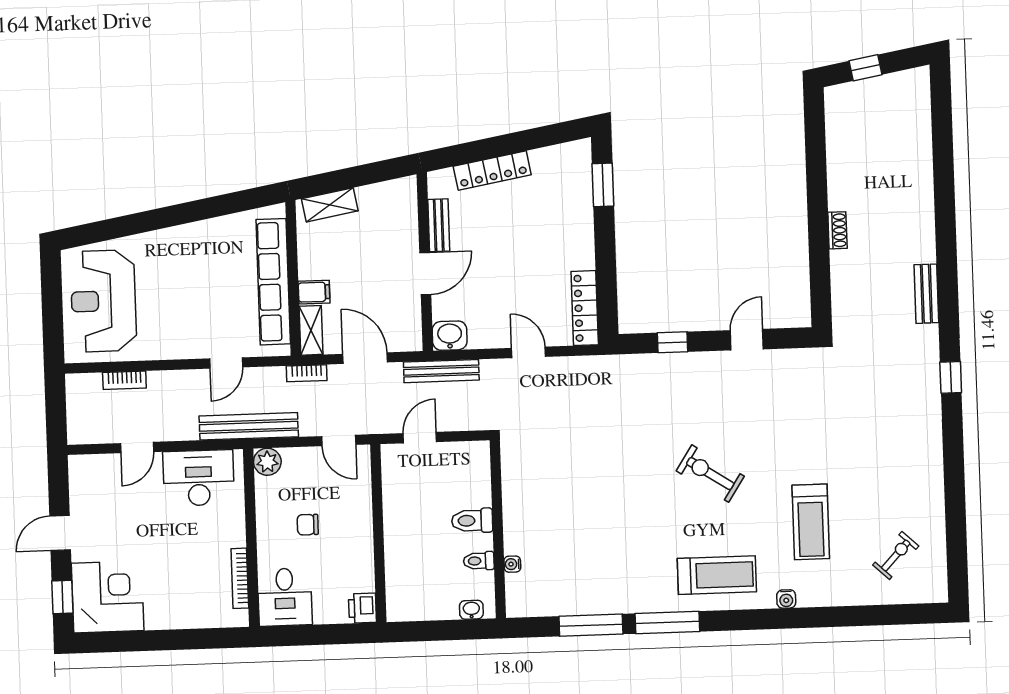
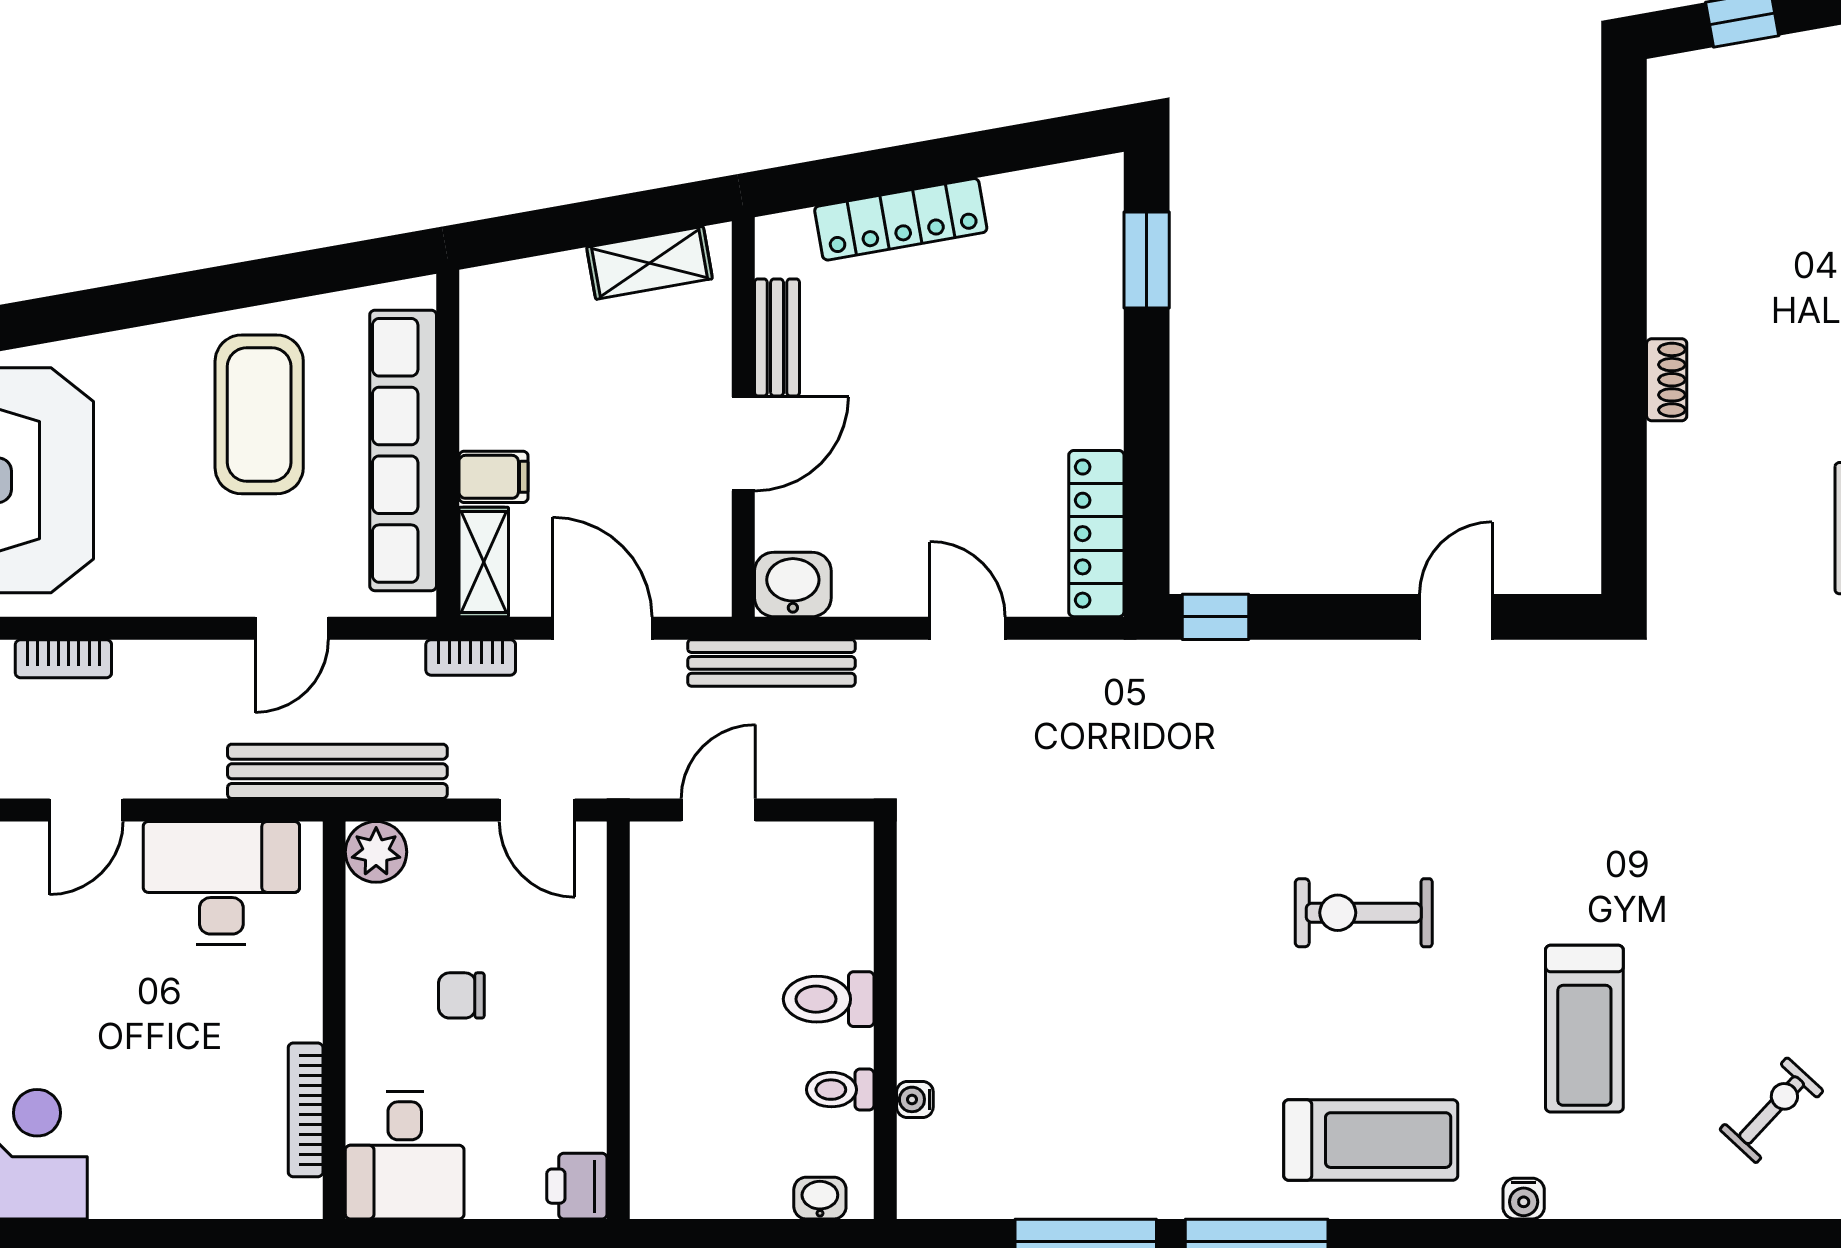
shelving: (330, 205) -> (650, 263), moved
coffee table: (208, 268) -> (259, 414), added
window: (673, 342) -> (1215, 617), moved
exercise bike: (710, 474) -> (1364, 913), turned -33

